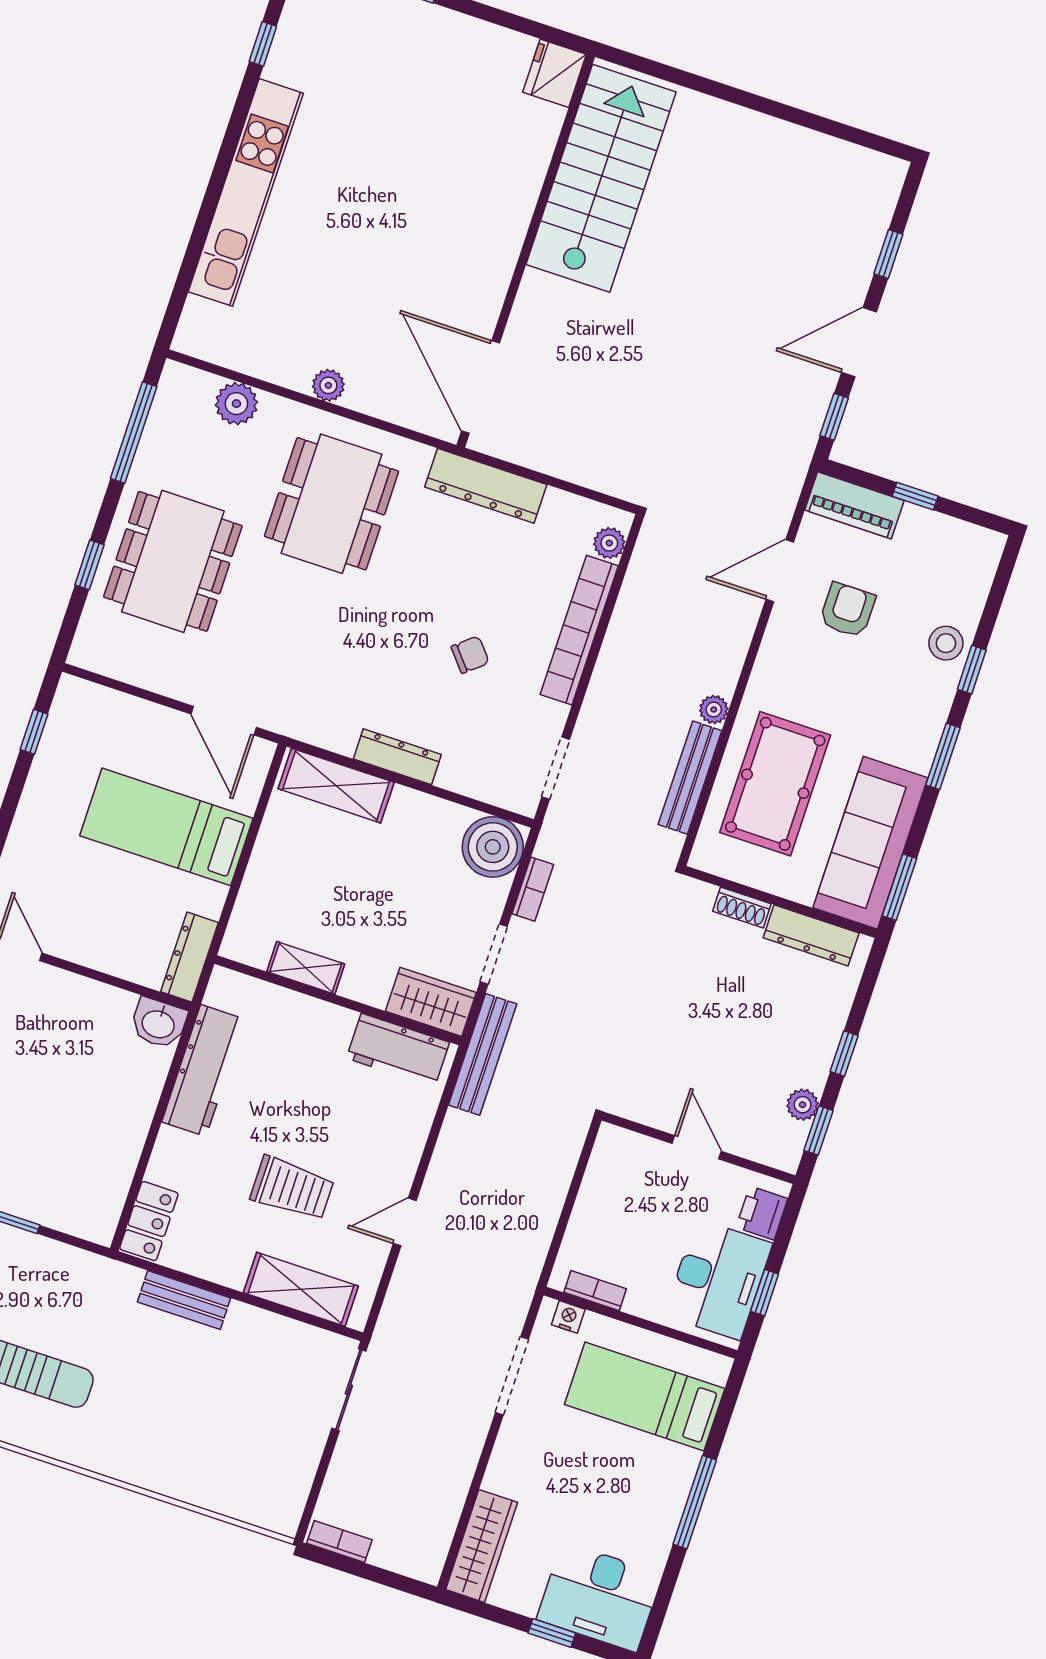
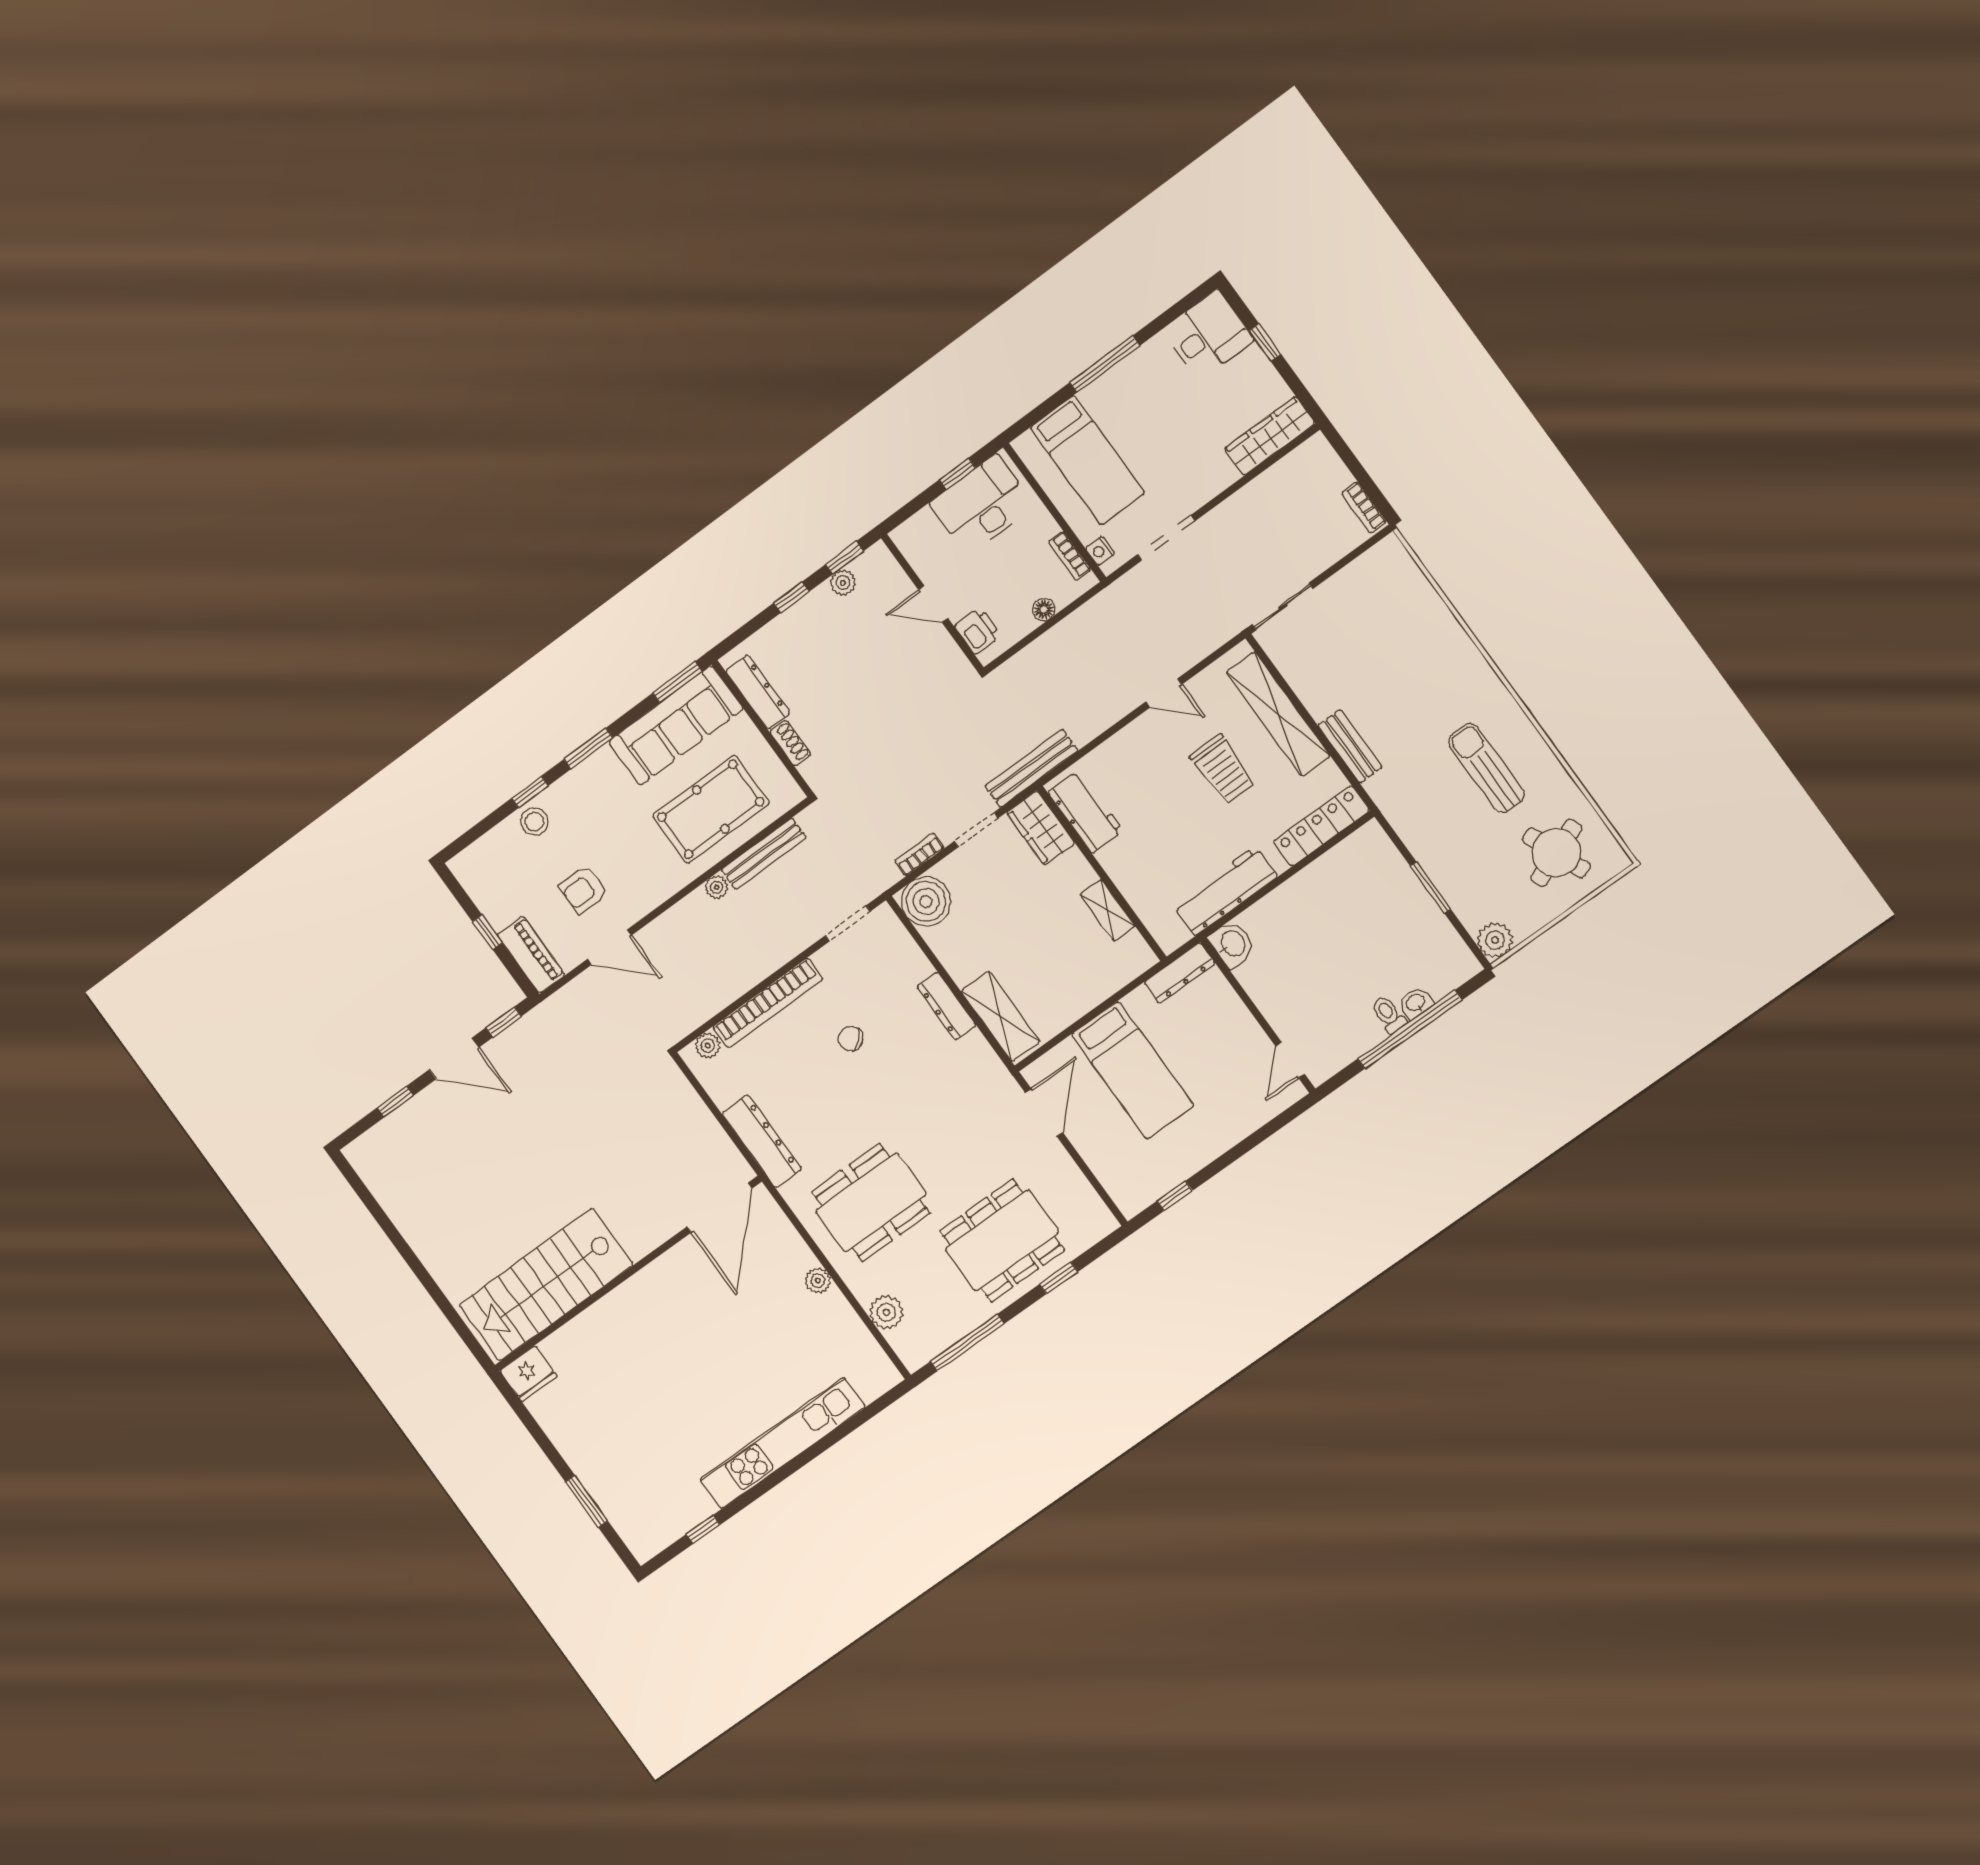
door: (697, 1147) -> (933, 604), hinge flipped
trolley: (292, 1188) -> (1223, 770), turned 180
printer: (762, 1213) -> (978, 631), moved, turned -90
floor lamp: (583, 1220) -> (1044, 609), added
locker: (149, 1221) -> (1321, 826), width x1.53
shelving: (301, 1289) -> (1278, 714), width x1.47
desk: (599, 1597) -> (1208, 335), width x0.73

